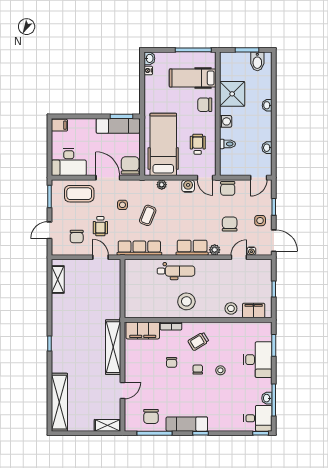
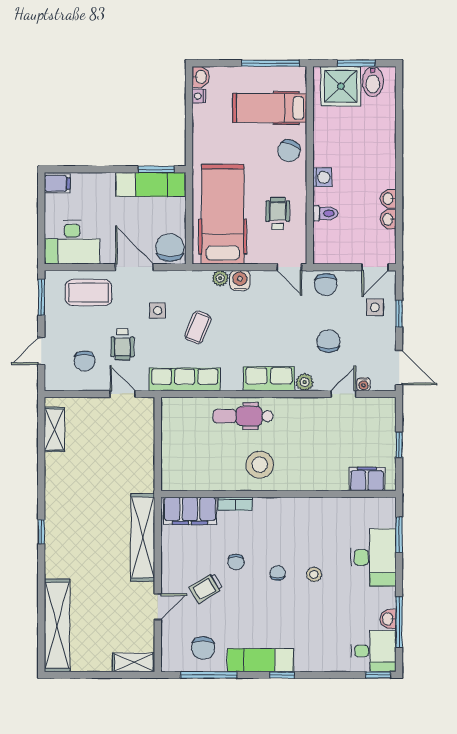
shower: (232, 94) -> (341, 86), moved
chair: (205, 105) -> (289, 151), turned -69
washbasin: (267, 105) -> (388, 199), moved
water cooler: (188, 186) -> (240, 280), moved
side table: (260, 221) -> (375, 307), moved
dental chair: (176, 271) -> (243, 416), turned 180
stool: (231, 308) -> (331, 476), removed
trolley: (198, 341) -> (206, 588), moved

